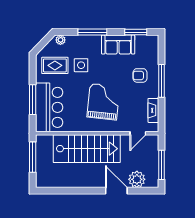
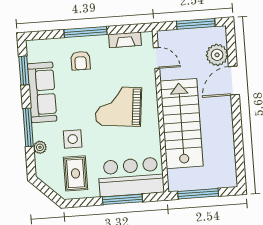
plant: (61, 40) -> (40, 147), moved
sofa: (118, 45) -> (42, 92), width x1.36

